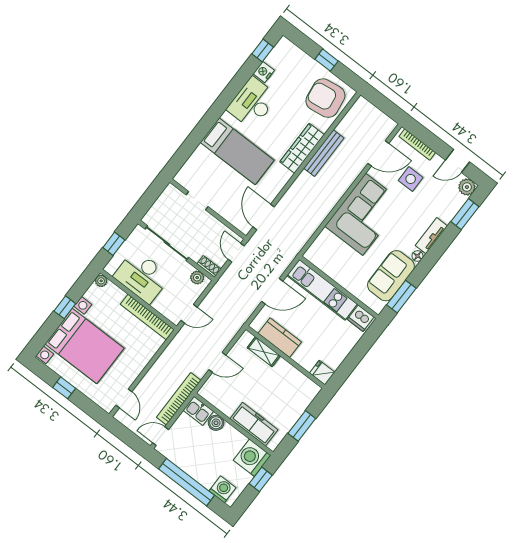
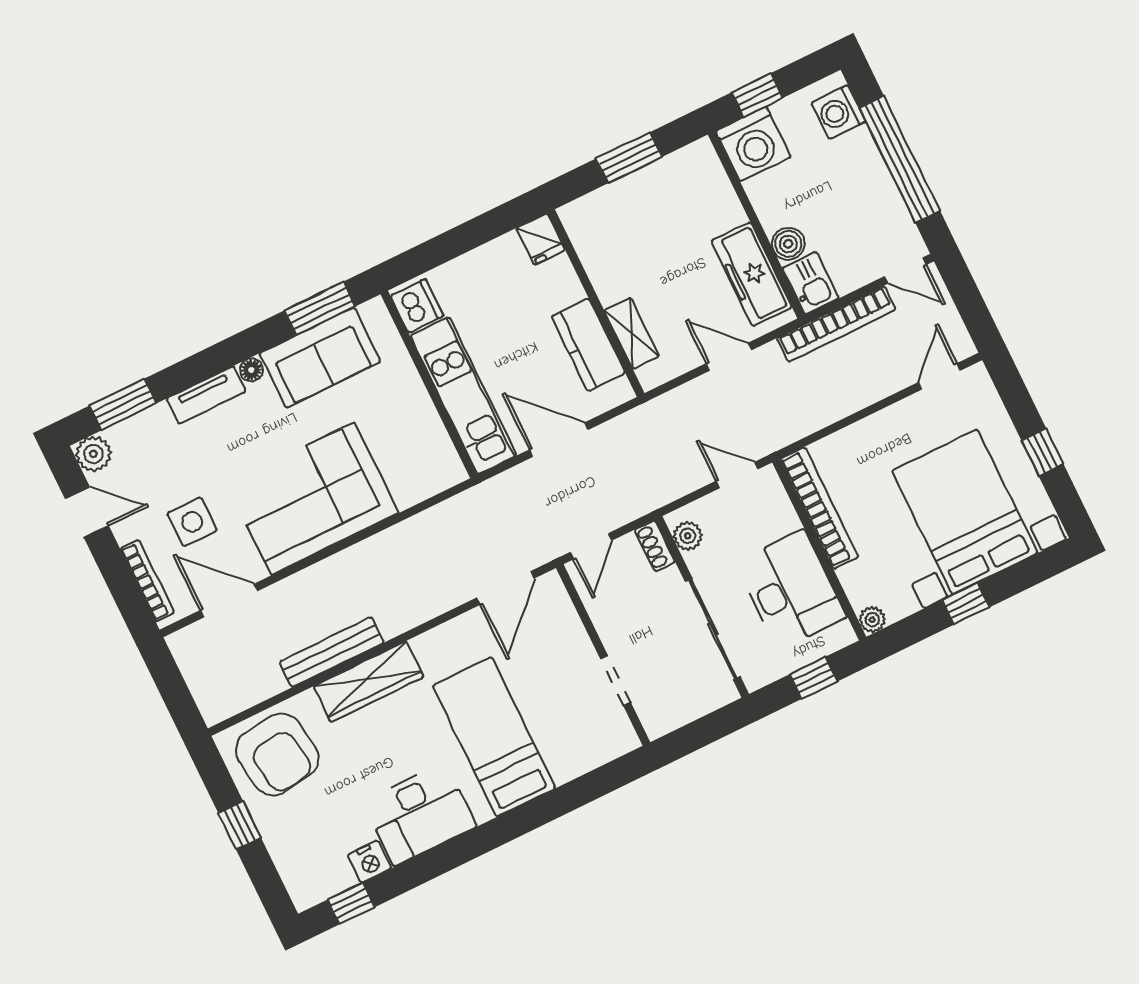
freezer: (254, 424) -> (751, 274), moved

